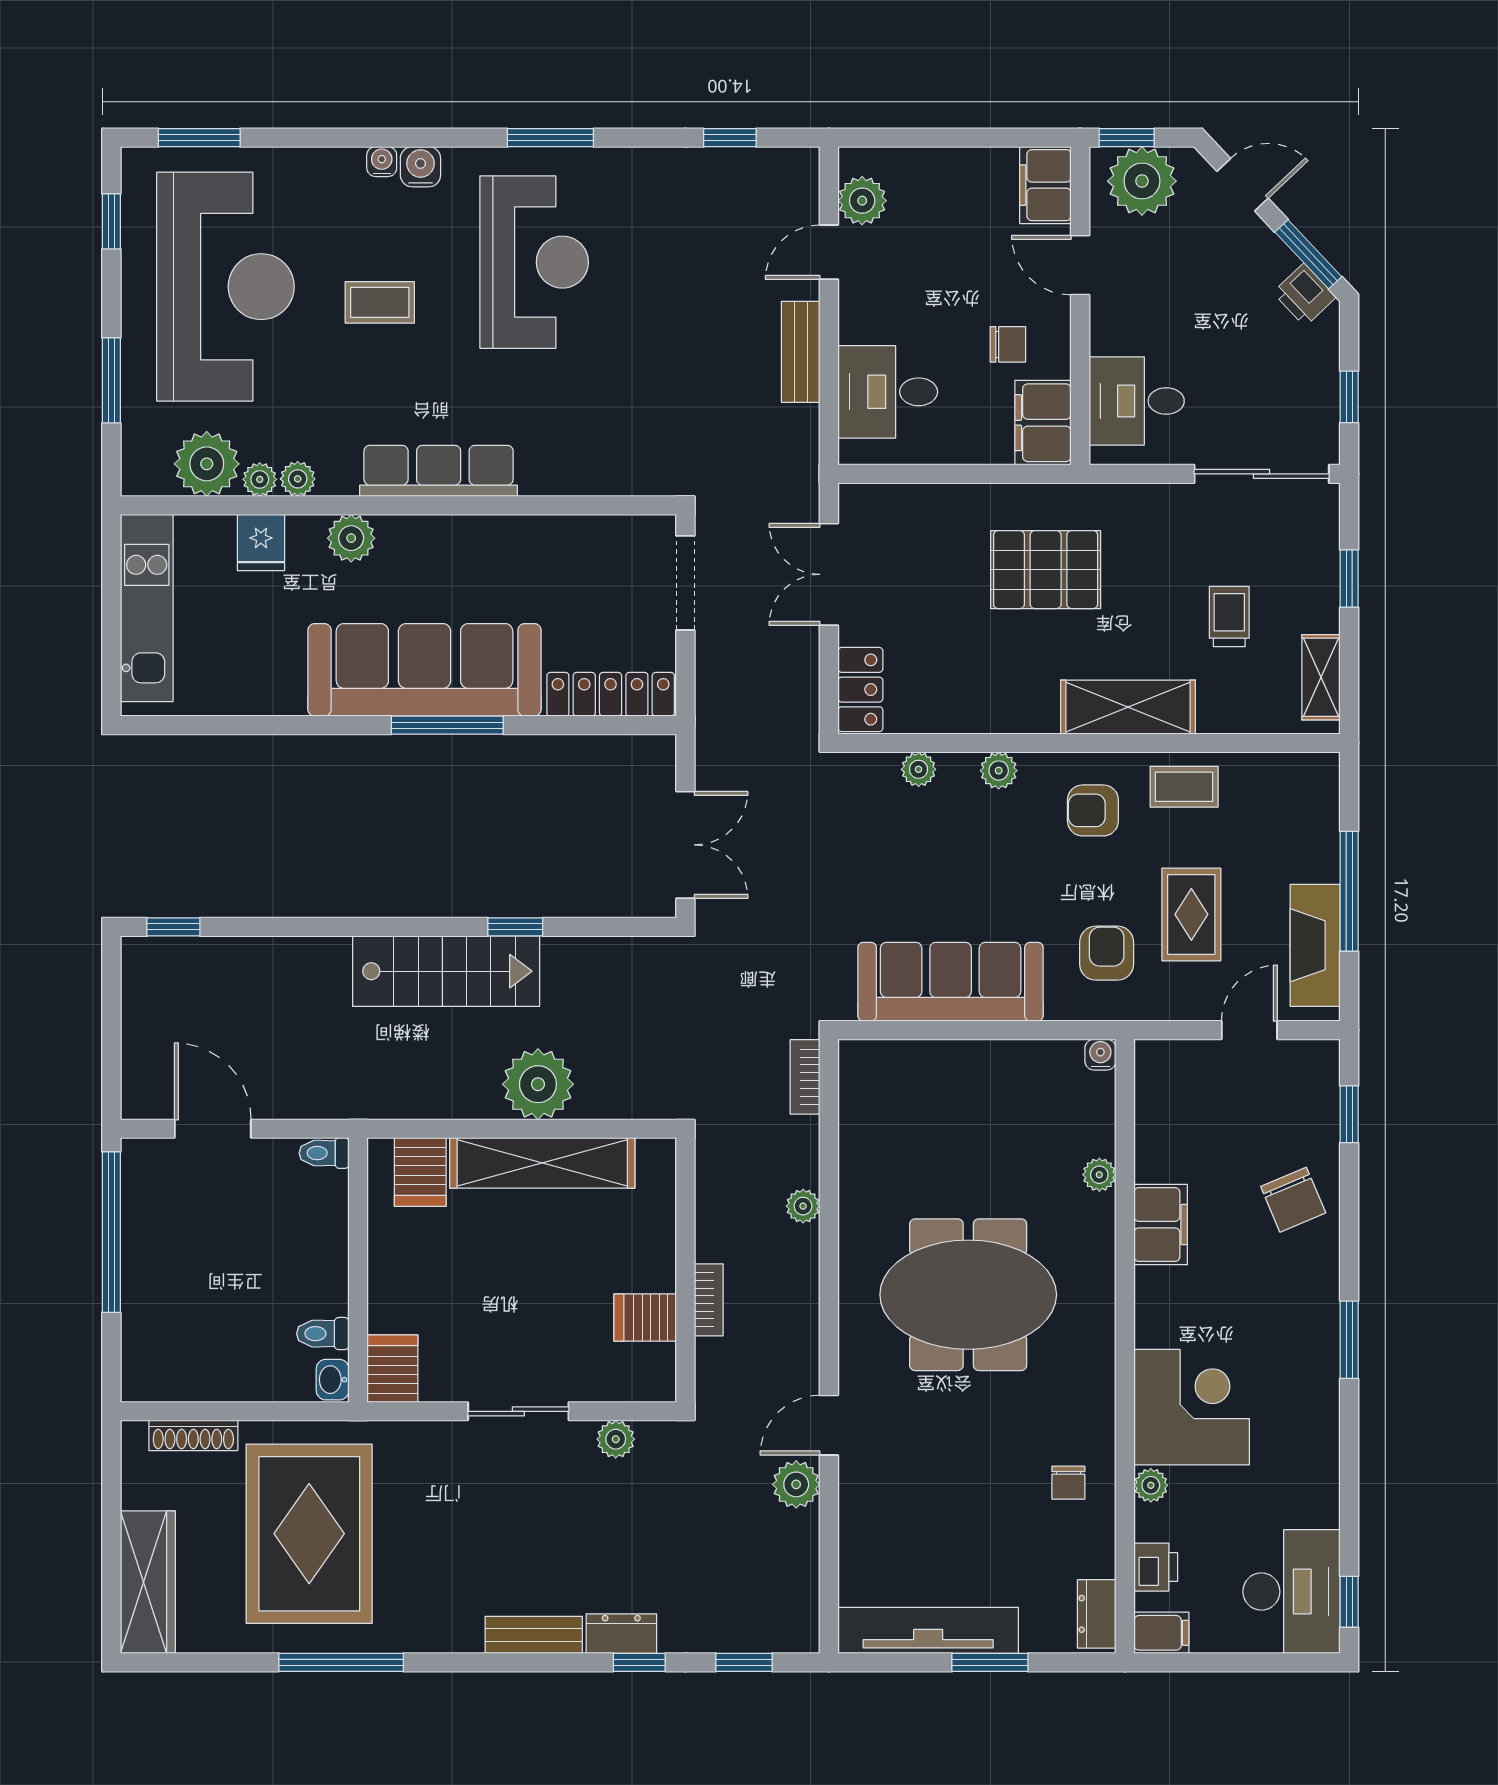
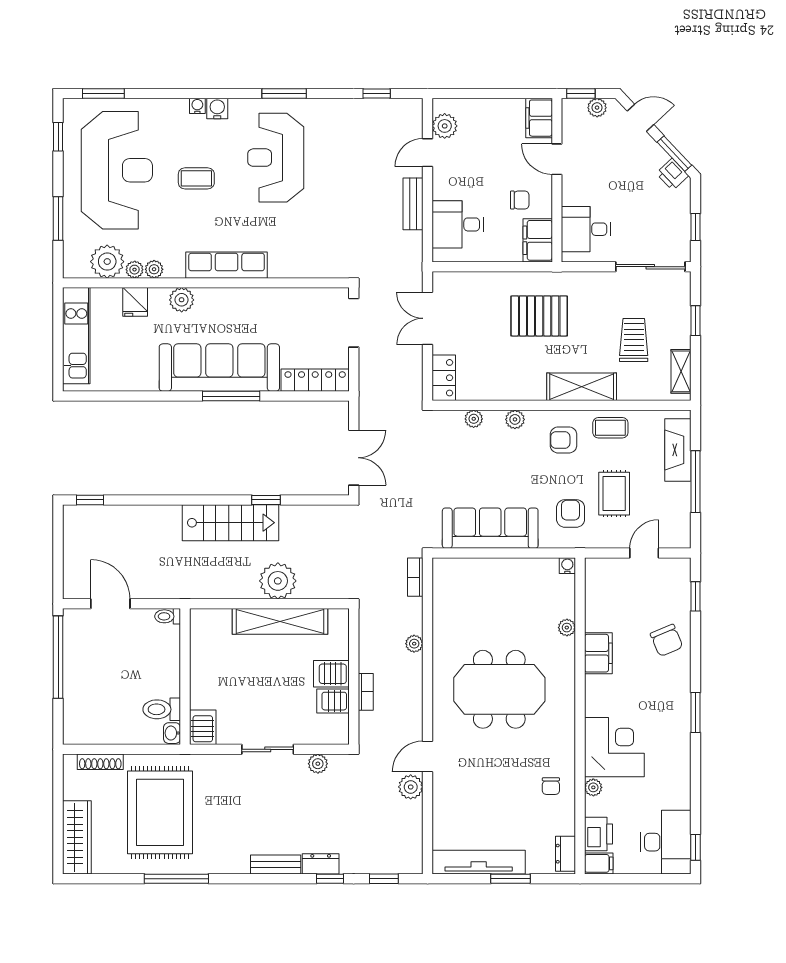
plant: (1142, 181) -> (597, 108), width x0.53, depth x0.53
reception desk: (534, 262) -> (276, 158), turned 180
trolley: (1229, 616) -> (634, 340), width x1.36, depth x1.39
fireplace: (1315, 945) -> (678, 450), moved
server rack: (420, 1172) -> (331, 674), moved, turned 90
toilet: (323, 1334) -> (162, 709), width x1.37, depth x1.39
printer: (1156, 1567) -> (599, 834), width x1.36, depth x1.24

